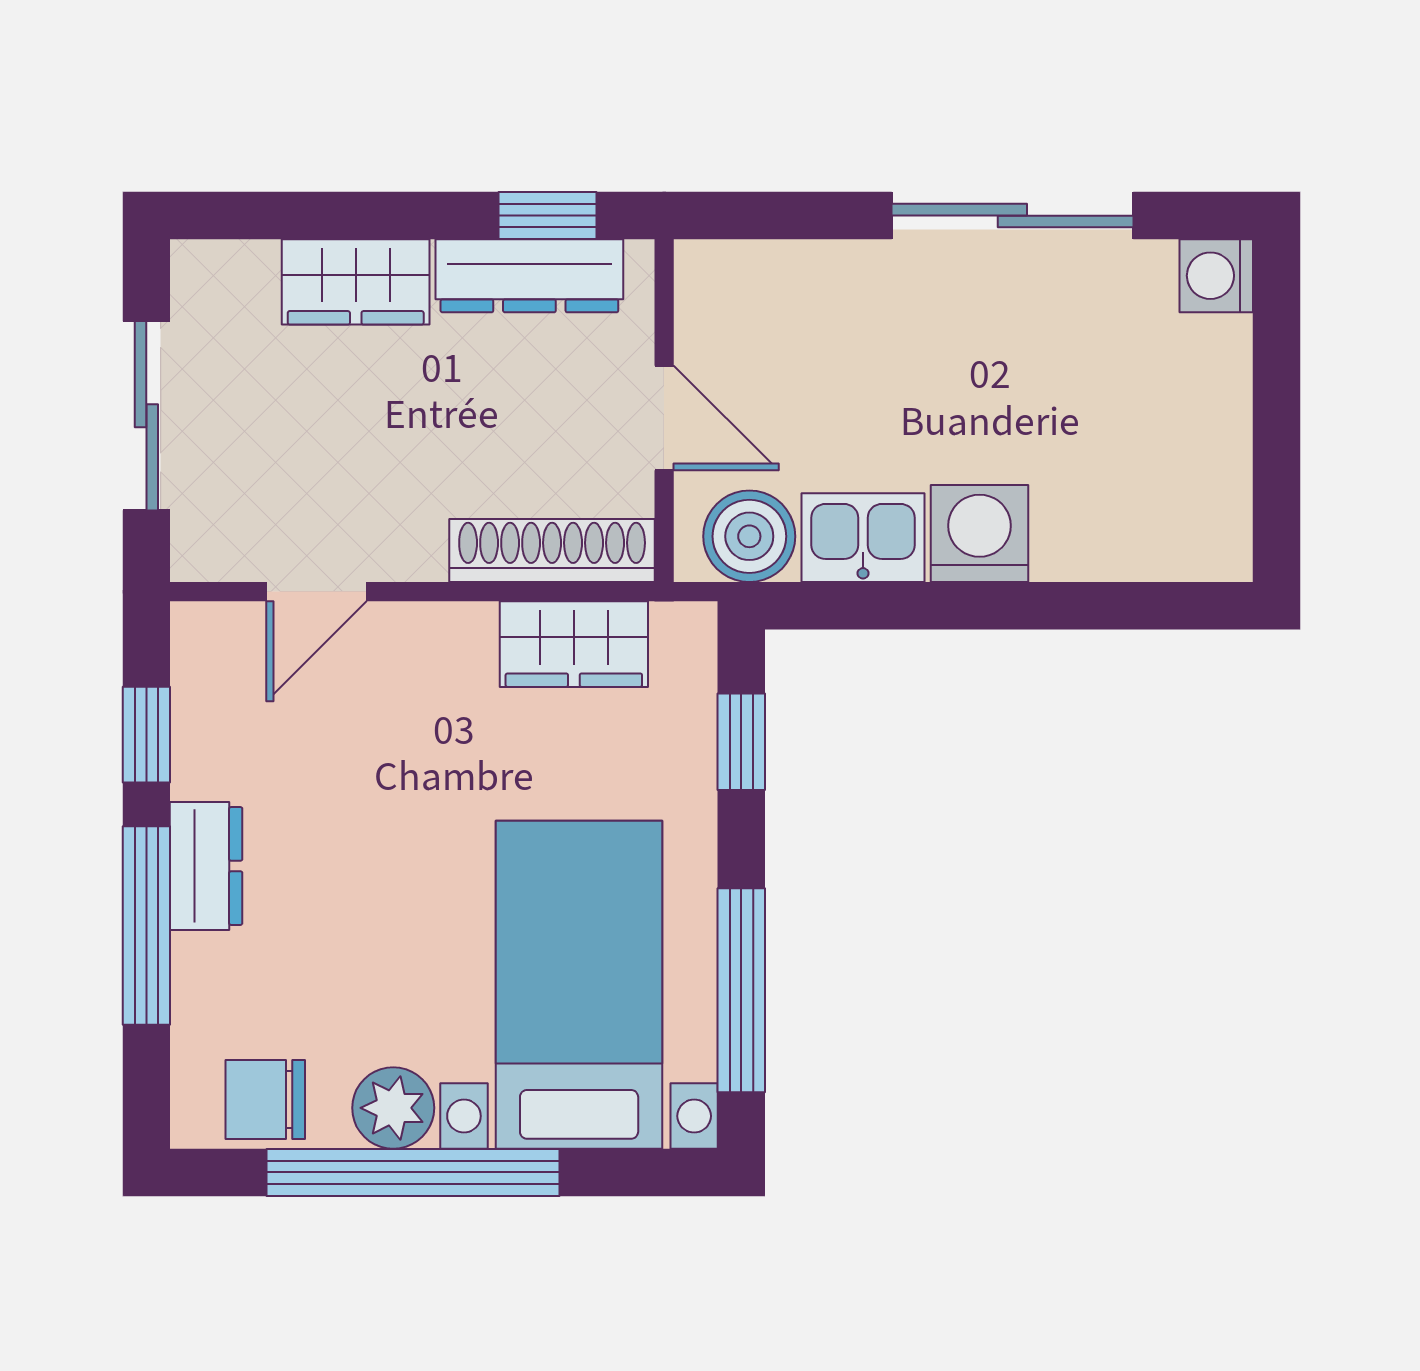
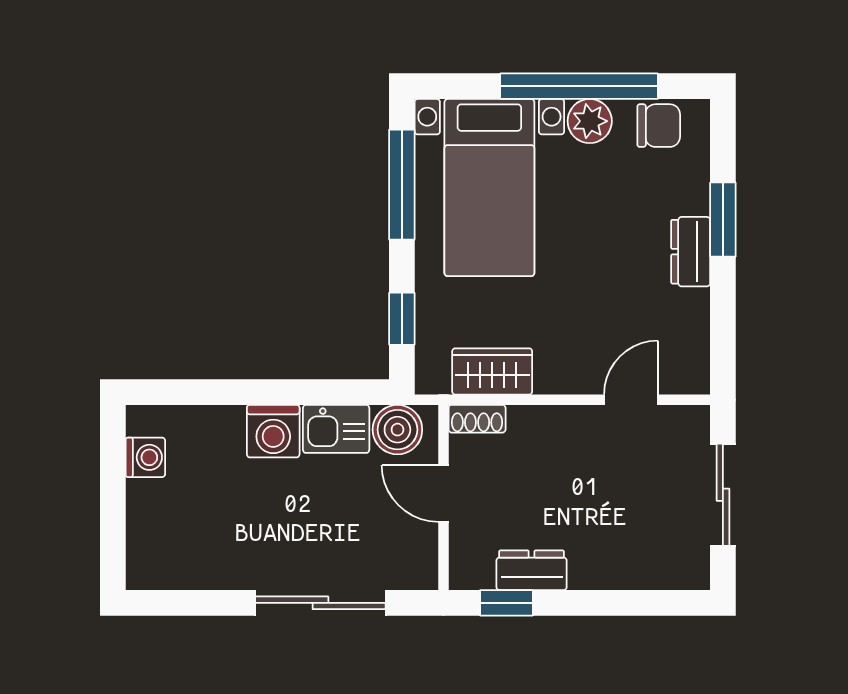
sliding door: (1012, 216) -> (320, 603), moved
dresser: (529, 276) -> (532, 570), width x0.70
washing machine: (1216, 276) -> (145, 457), moved
wardrobe: (356, 282) -> (610, 567), removed
shoe rack: (552, 551) -> (477, 419), width x0.51, depth x0.81
window: (146, 735) -> (723, 323), removed
window: (146, 926) -> (723, 220), width x0.69

